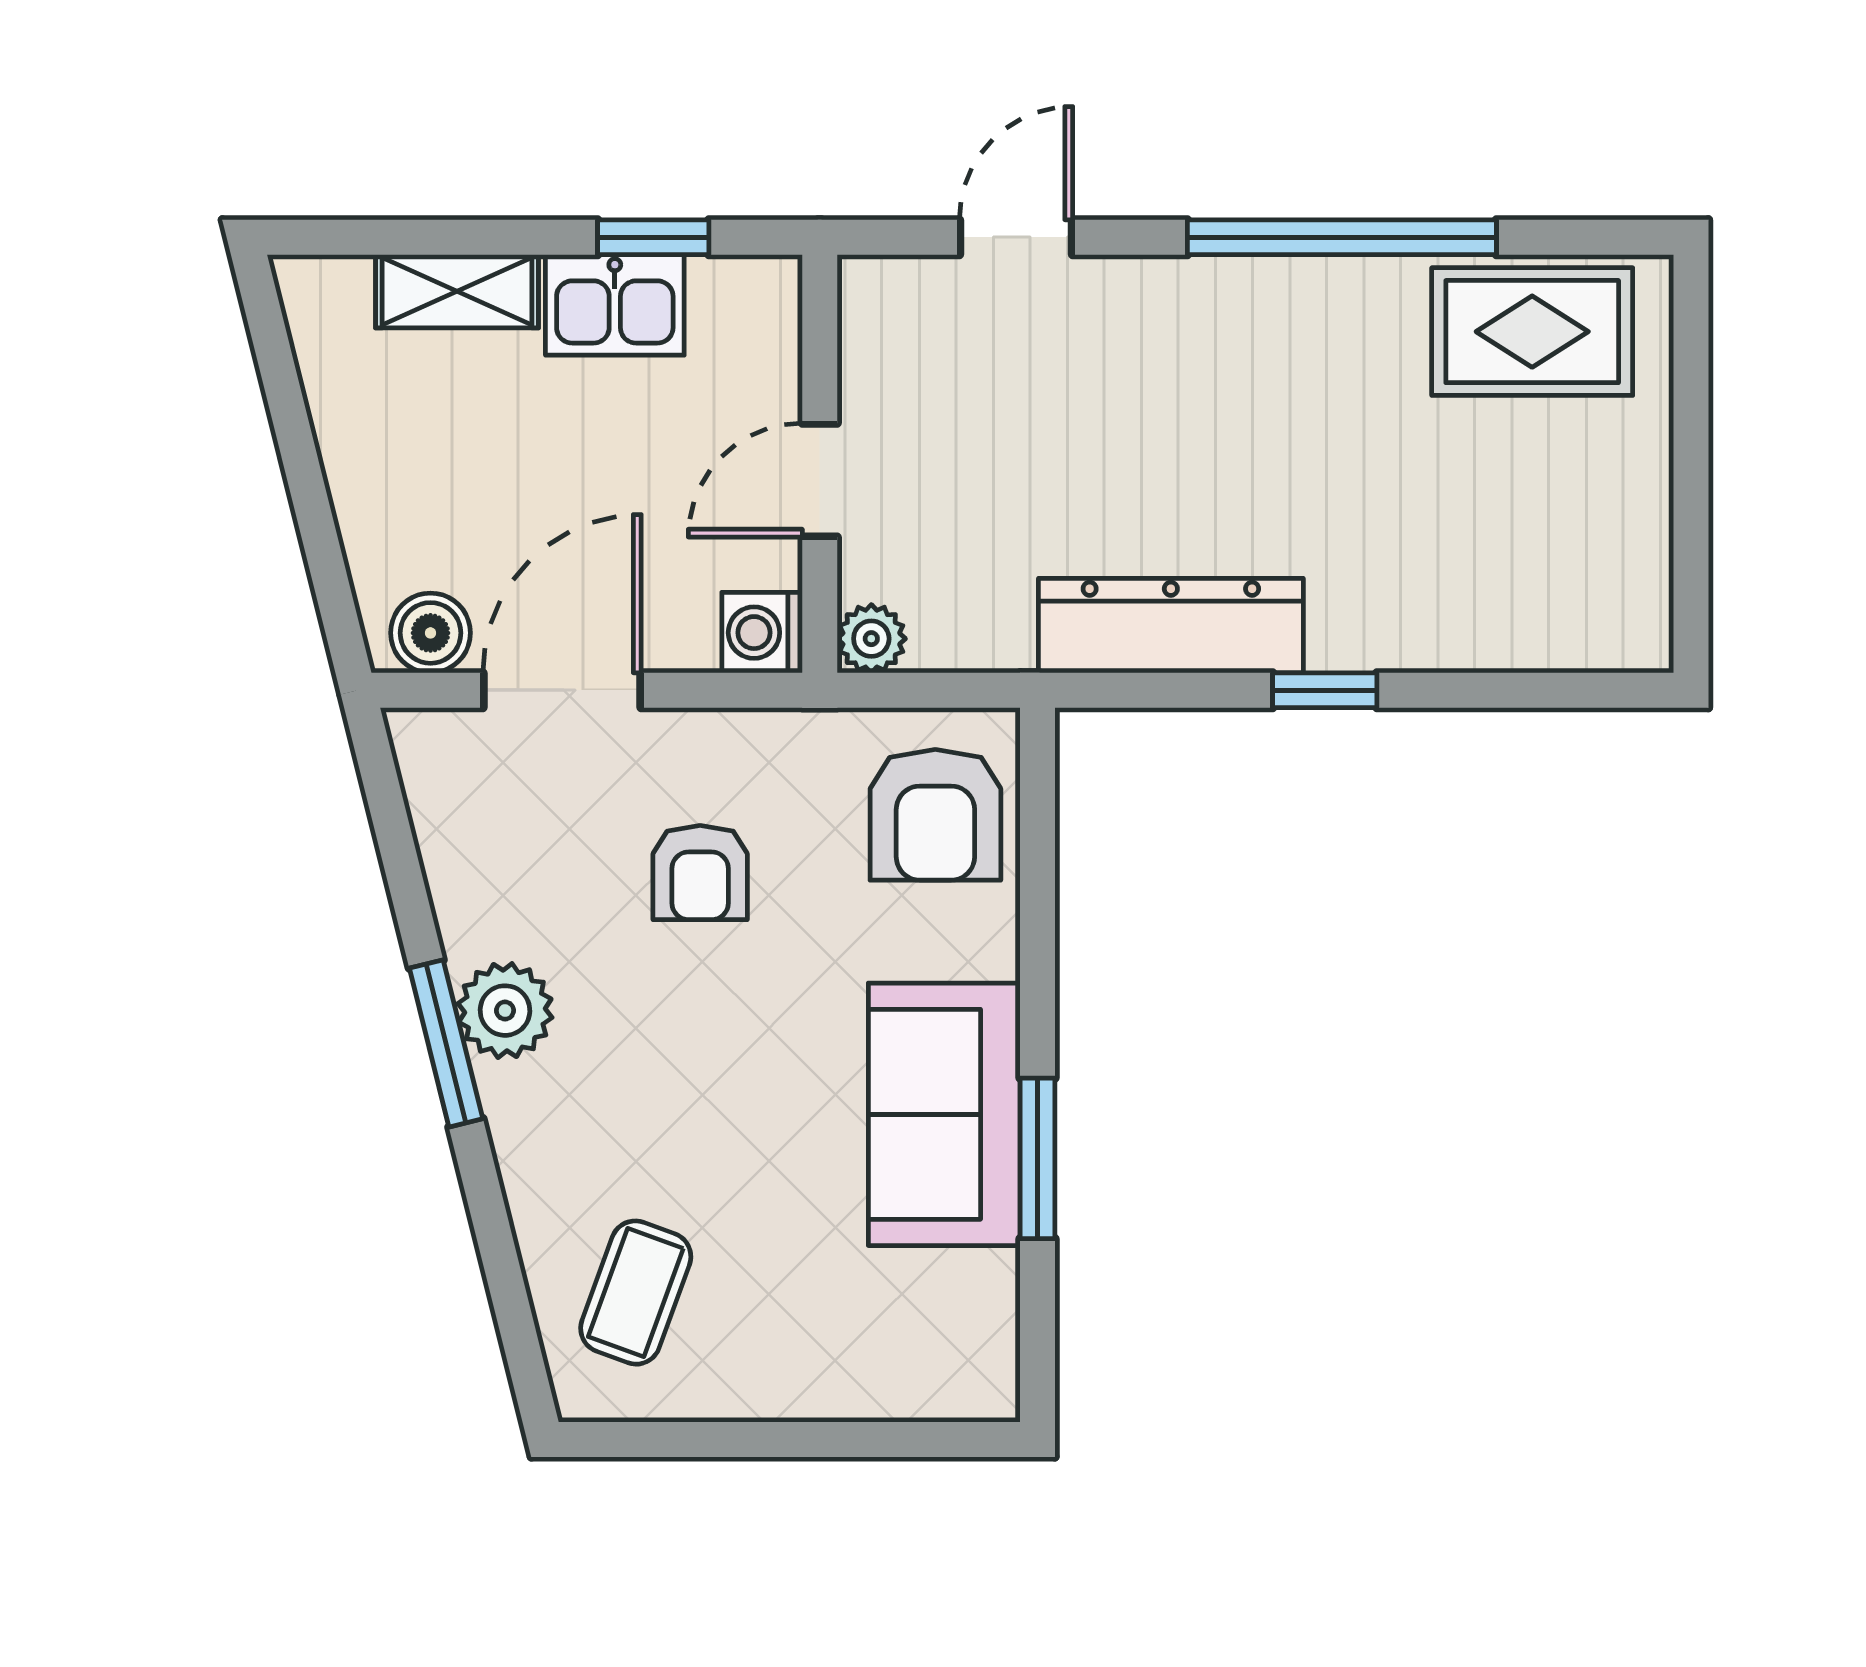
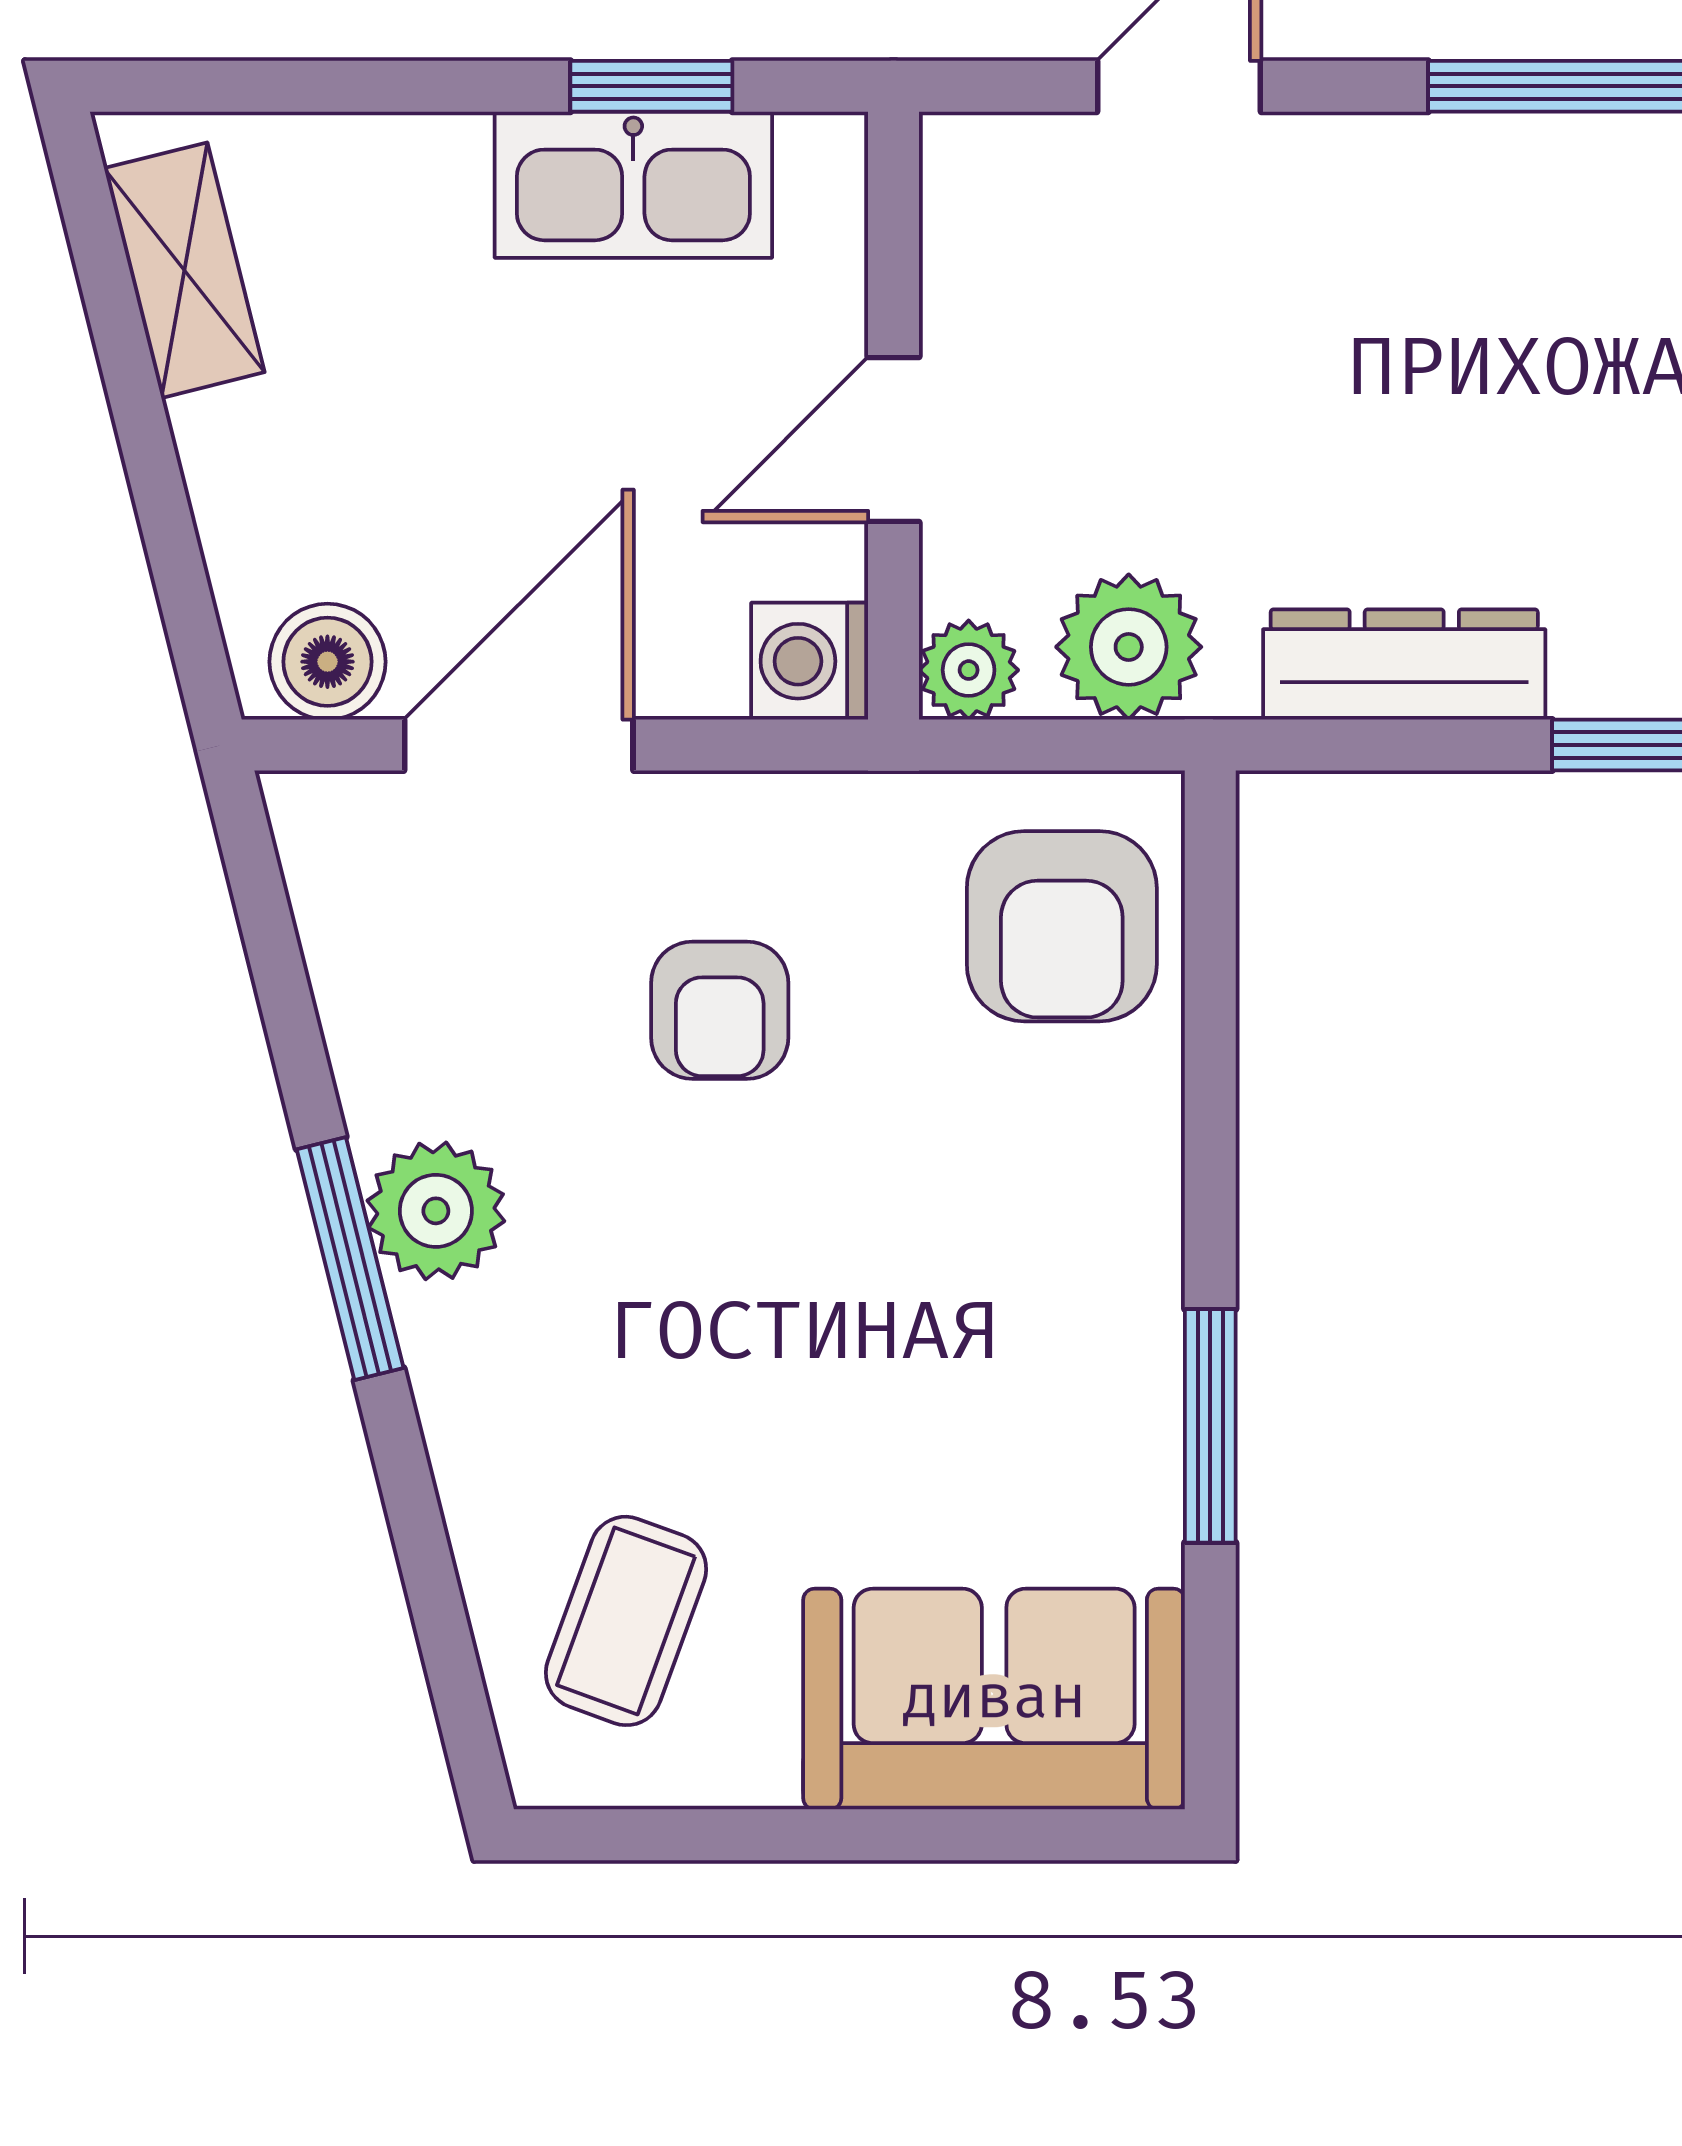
shelving: (457, 291) -> (184, 270), moved, turned 76
kitchen sink: (615, 305) -> (633, 185), width x1.38
plant: (981, 623) -> (1129, 647), added
dresser: (1171, 626) -> (1404, 665), width x0.73, depth x0.80
sofa: (944, 1114) -> (994, 1699), moved, turned 90

